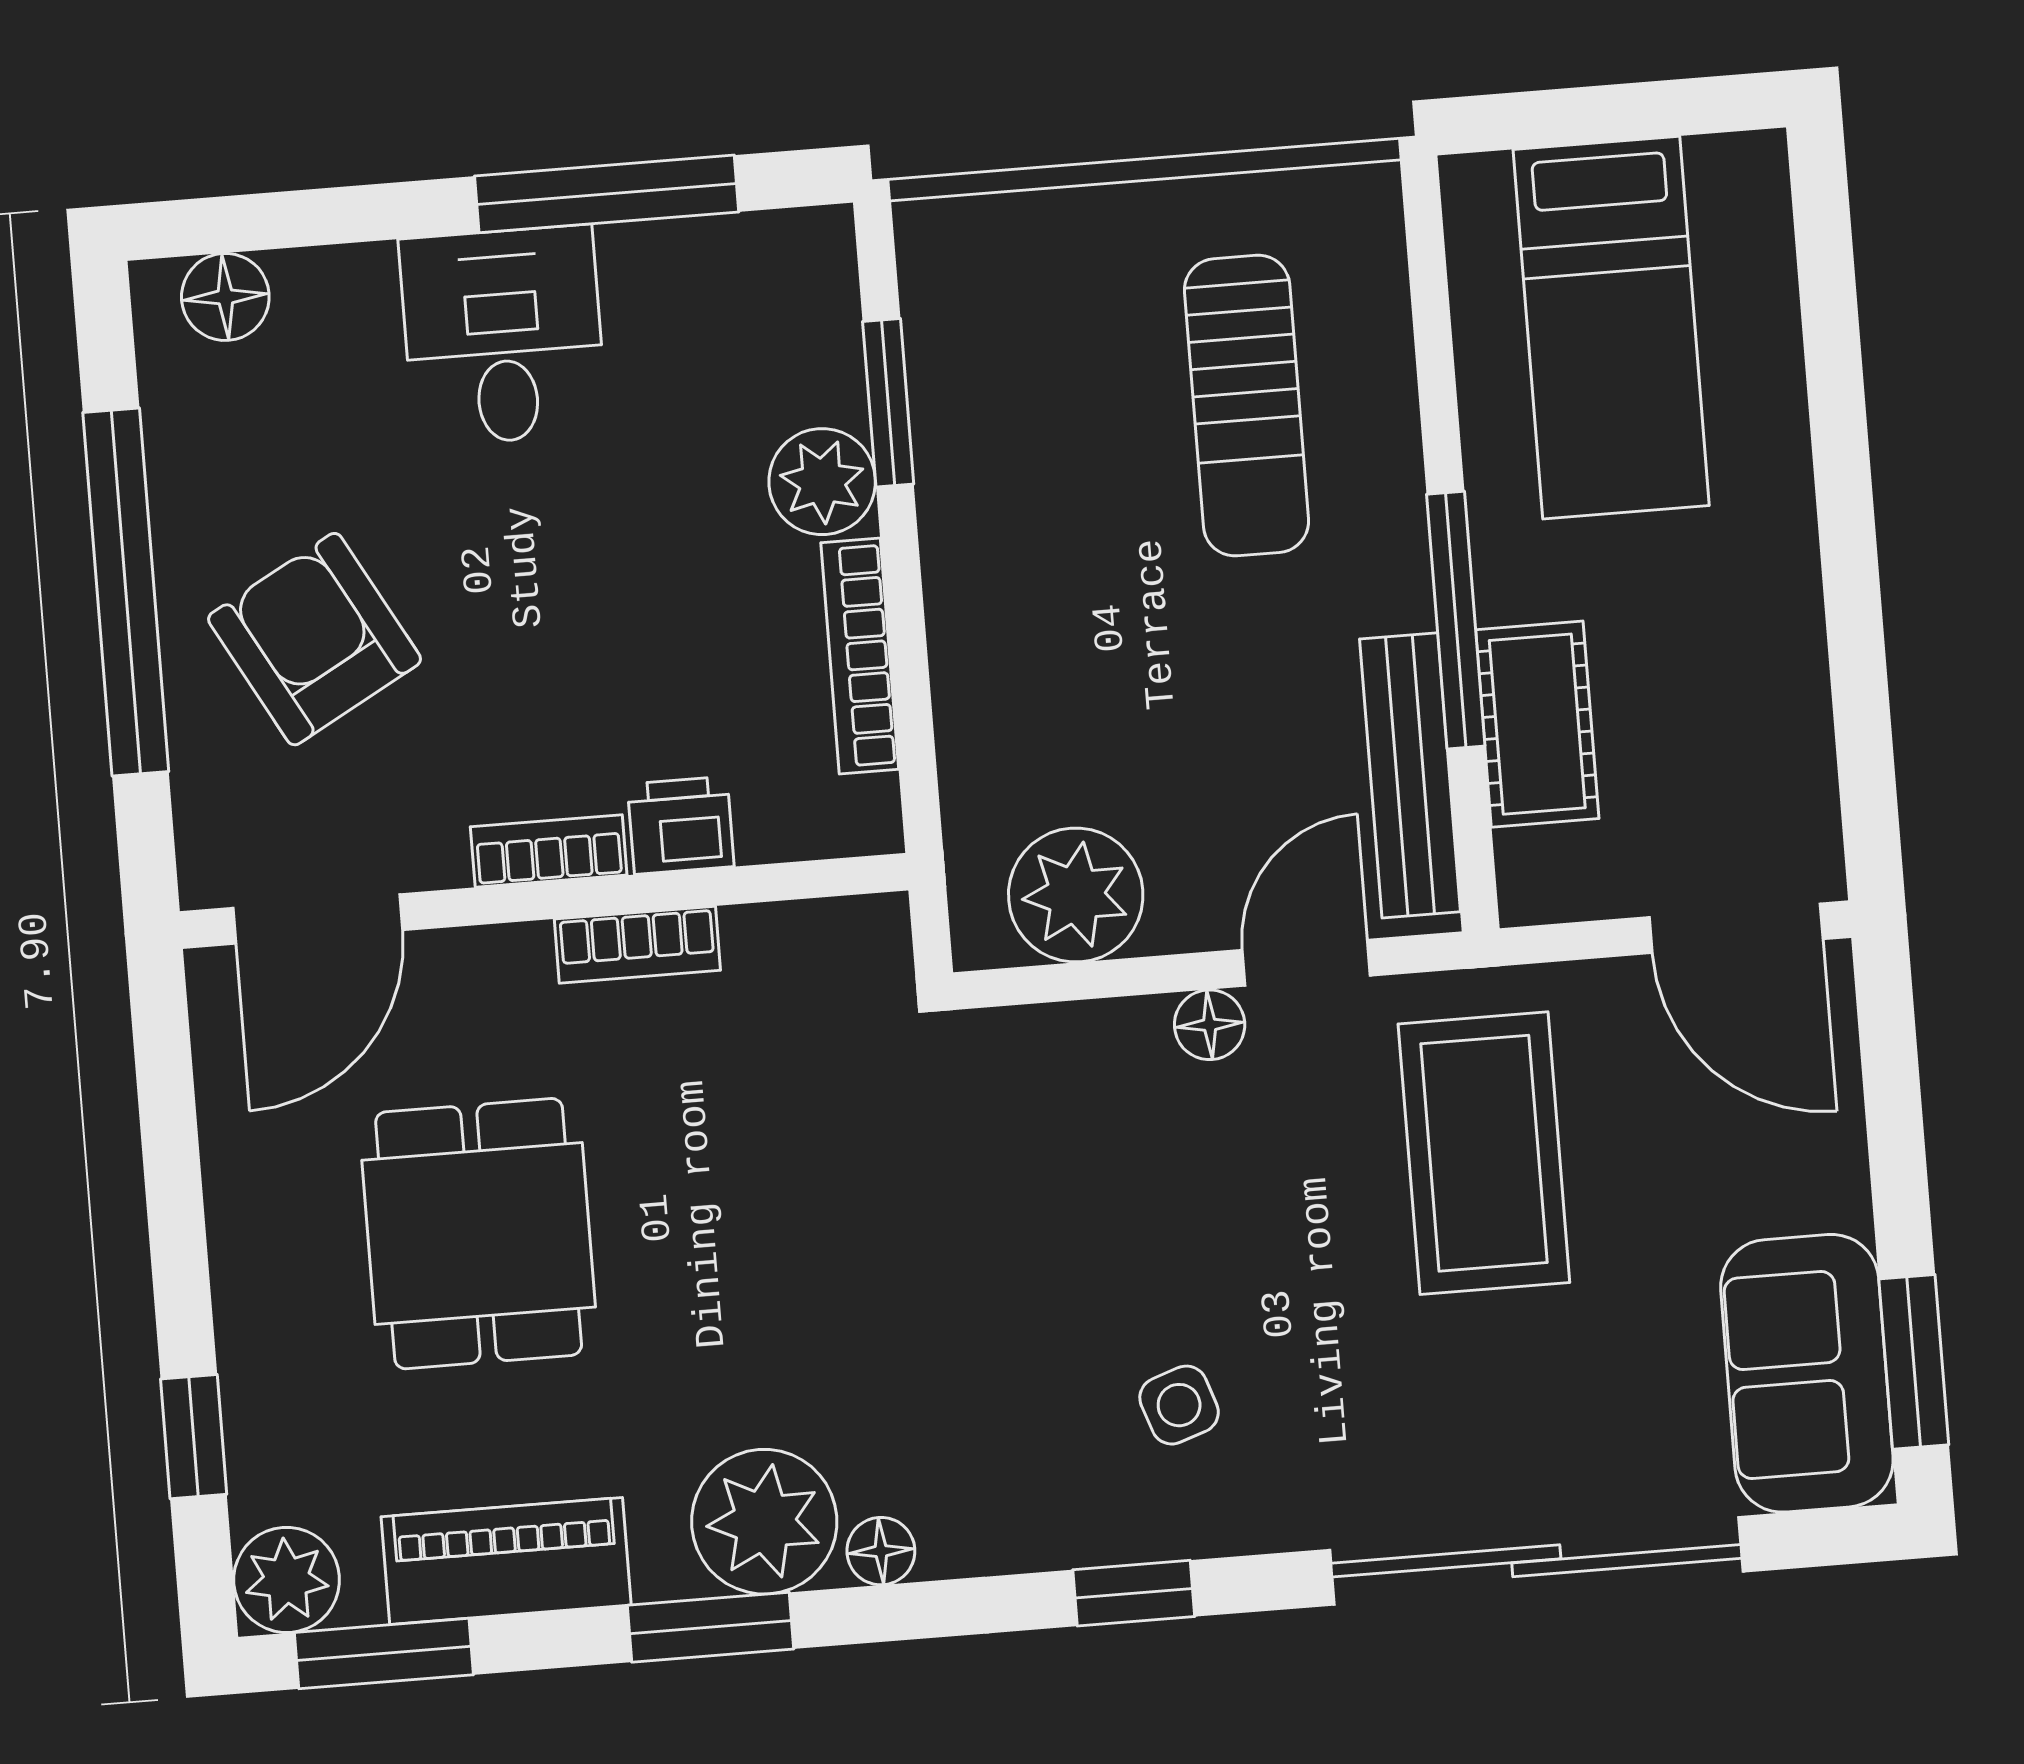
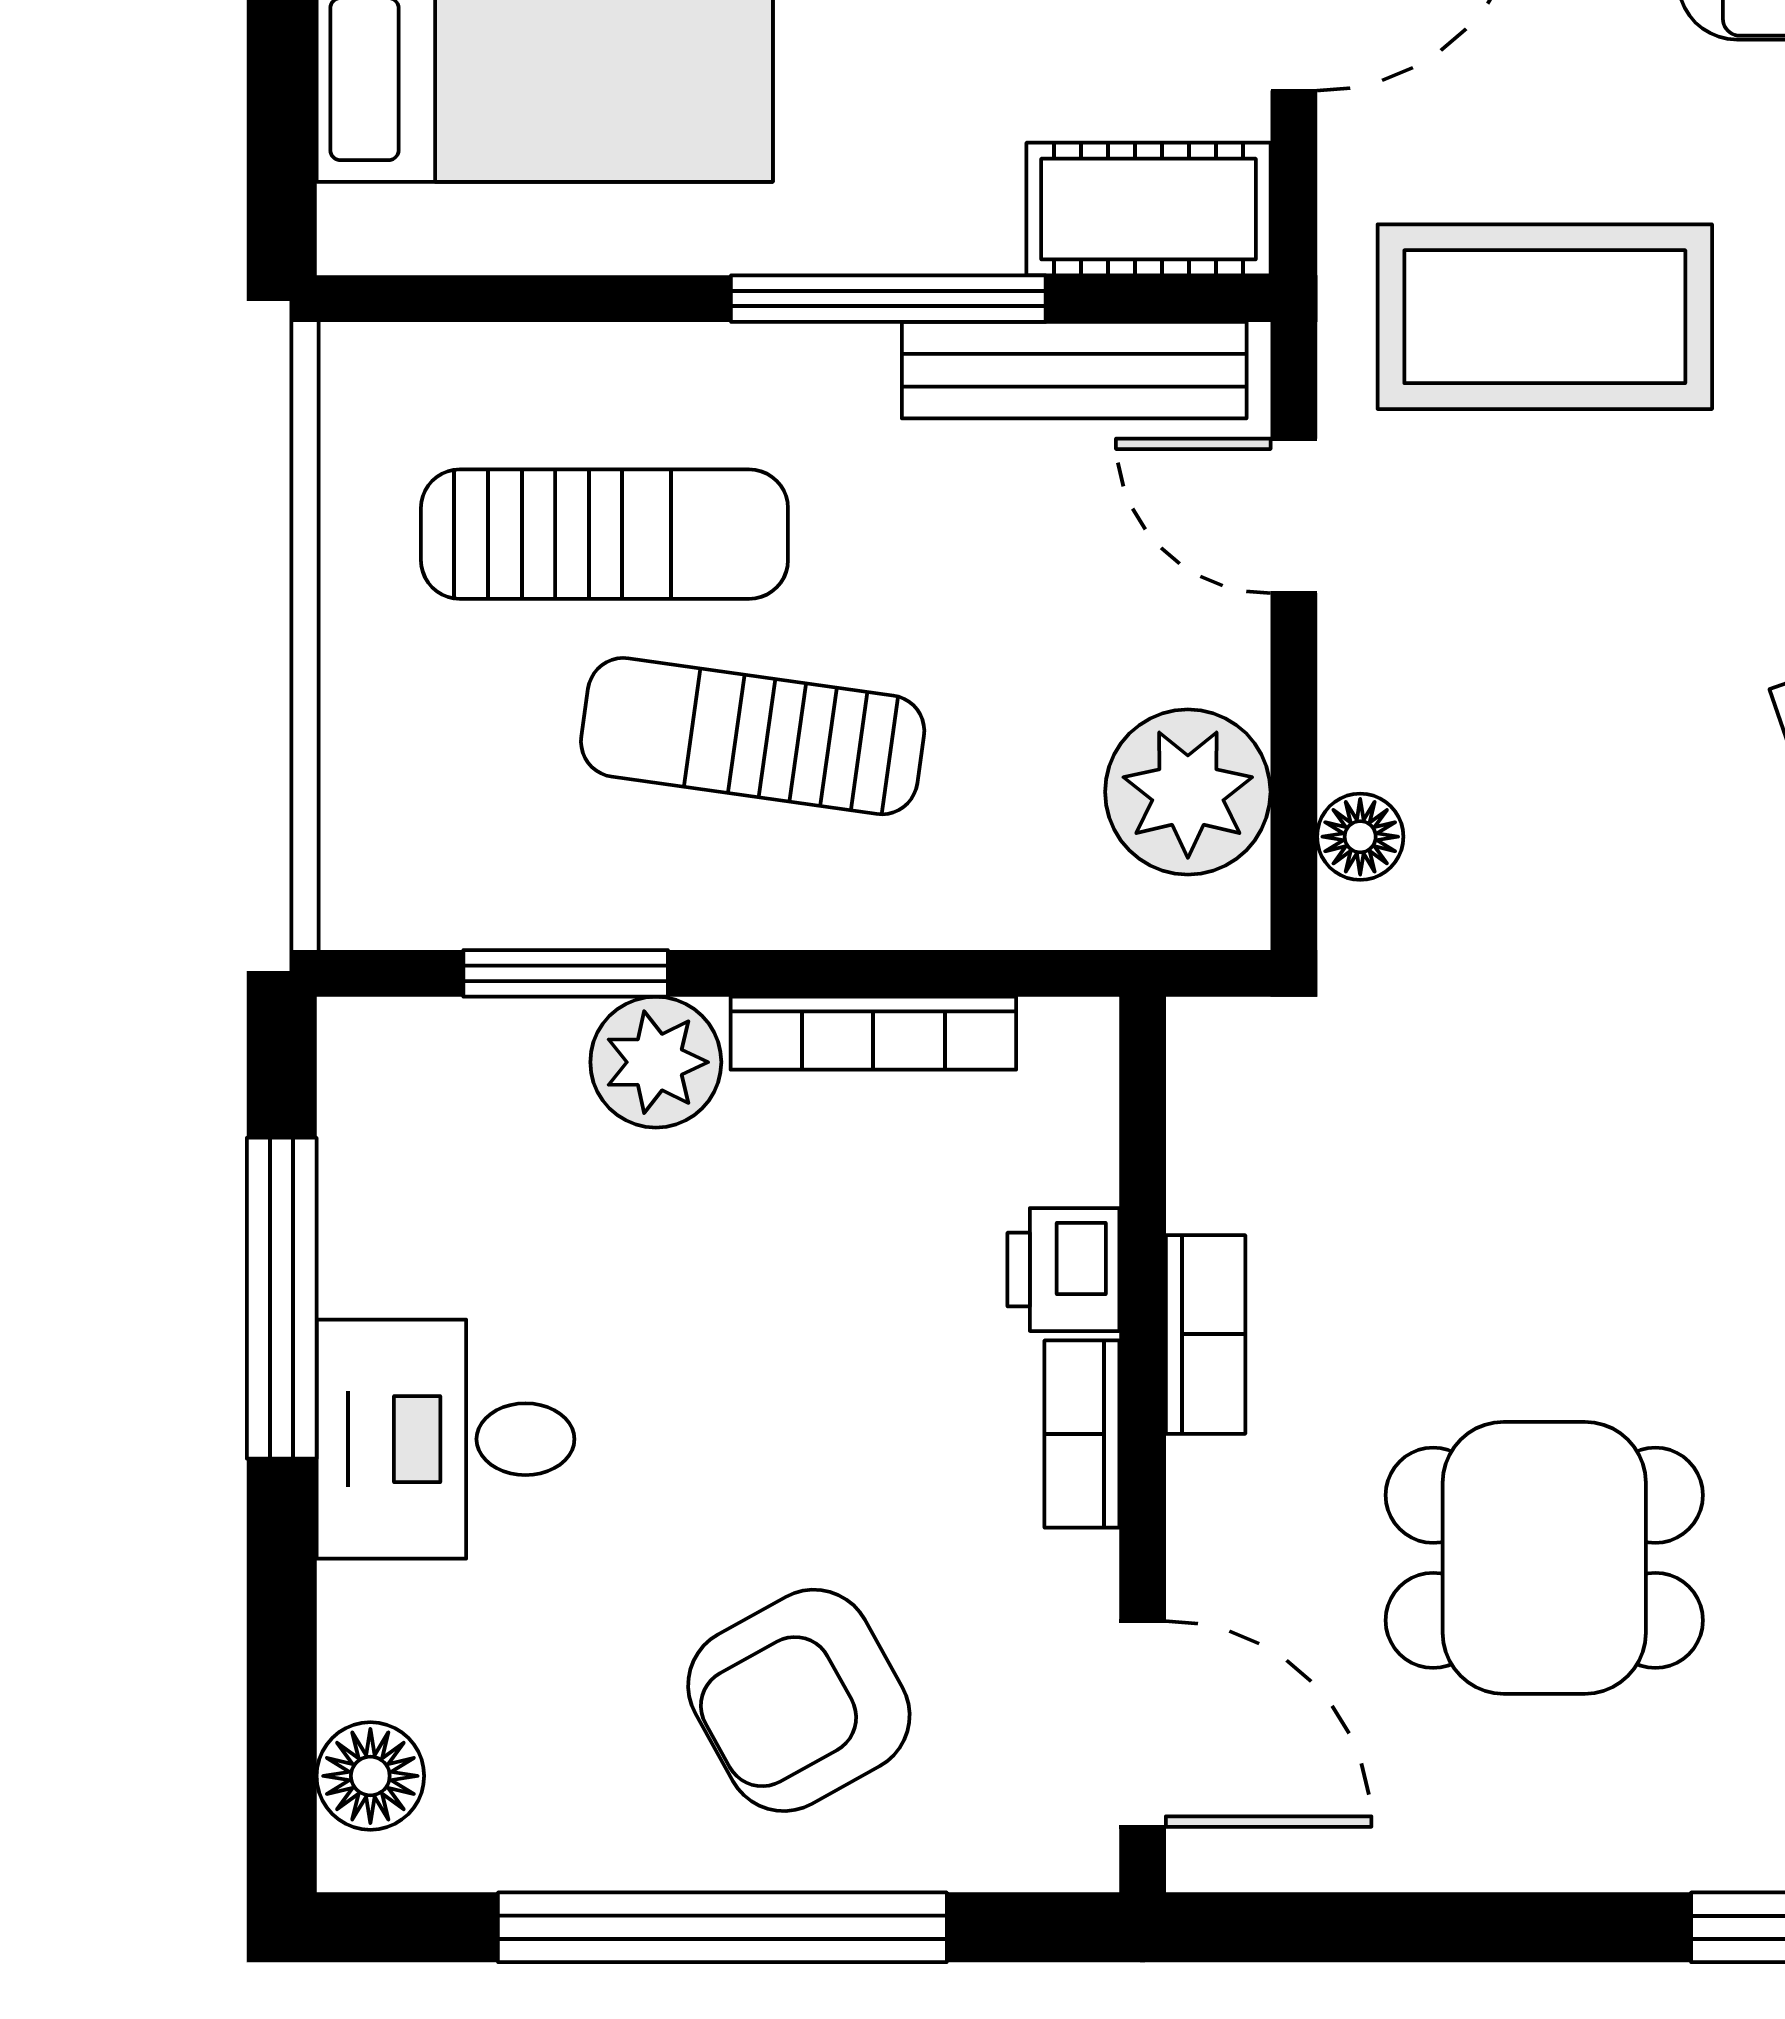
sun lounger: (1093, 539) -> (753, 736), added
cot: (1537, 724) -> (1149, 209), moved
floor lamp: (1210, 1025) -> (1360, 837), moved

